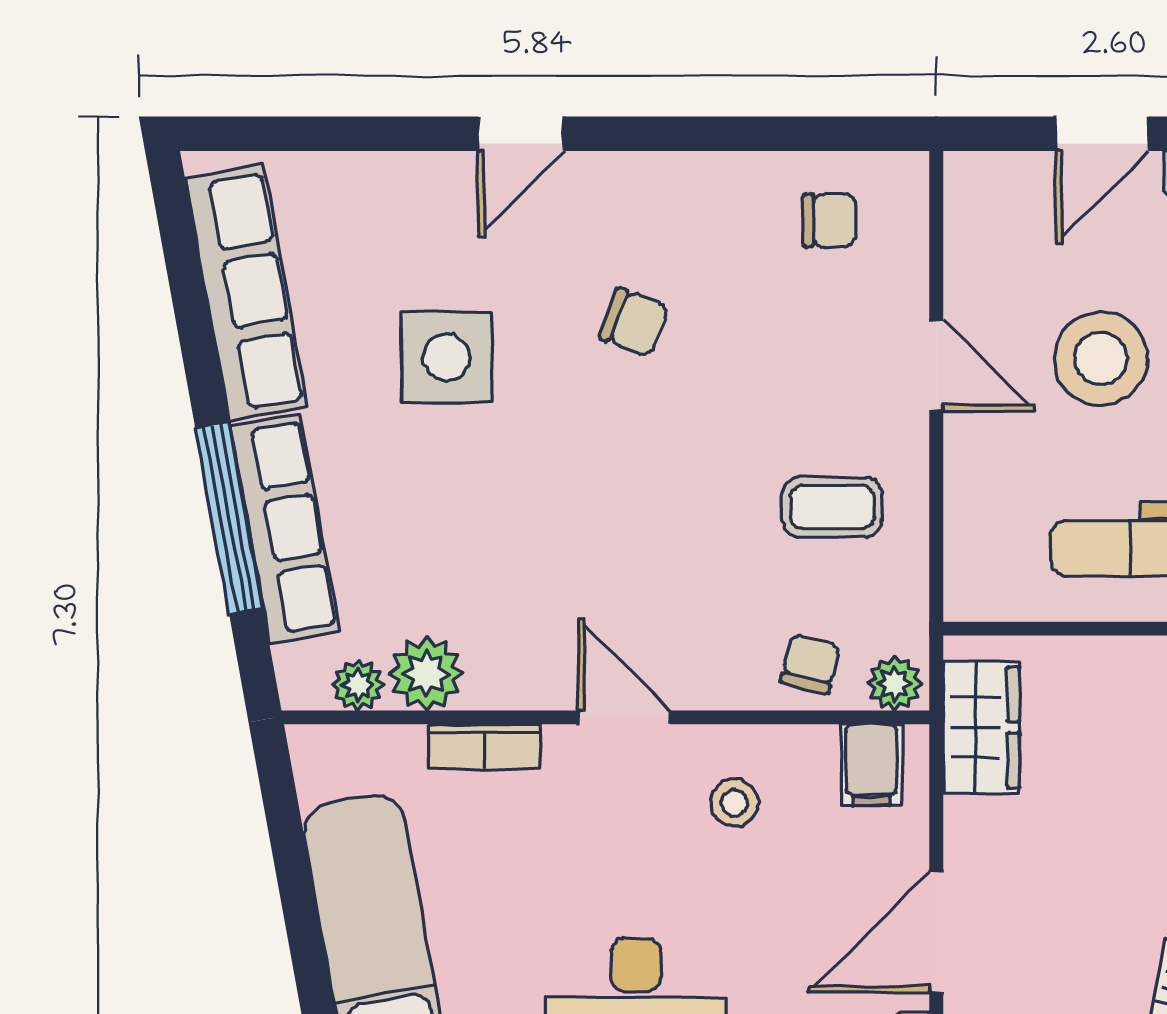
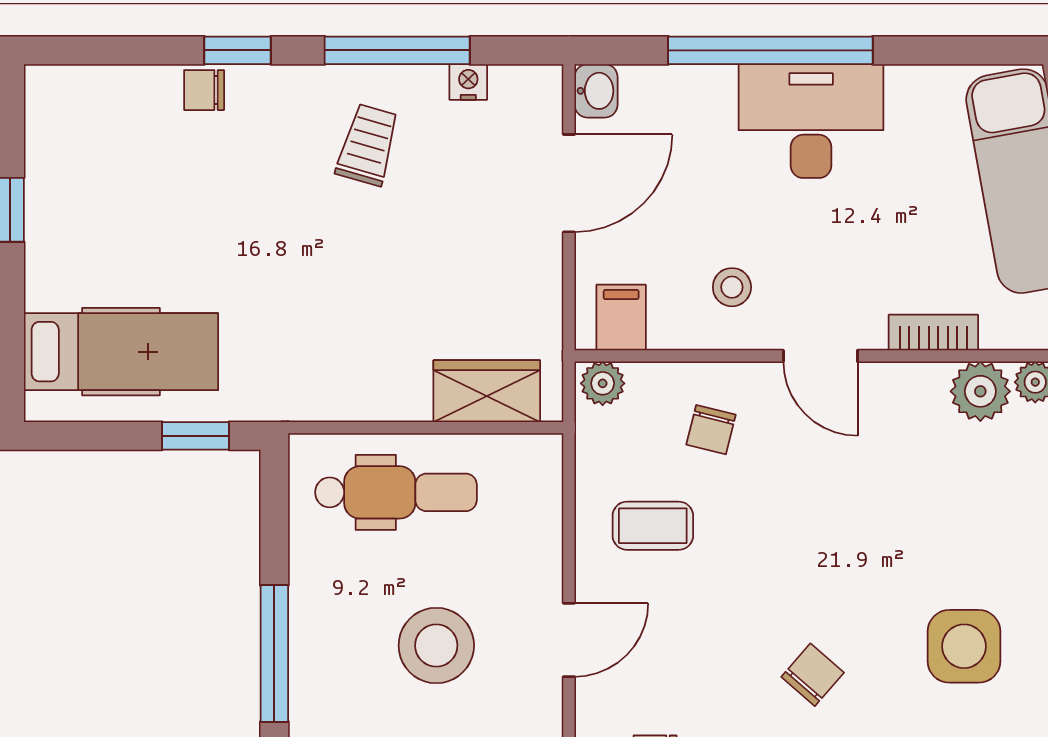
chair: (634, 322) -> (813, 675), turned 110
door: (936, 365) -> (569, 640), swing flipped
chair: (810, 664) -> (711, 430), moved
wardrobe: (981, 727) -> (487, 391), moved, turned 90

